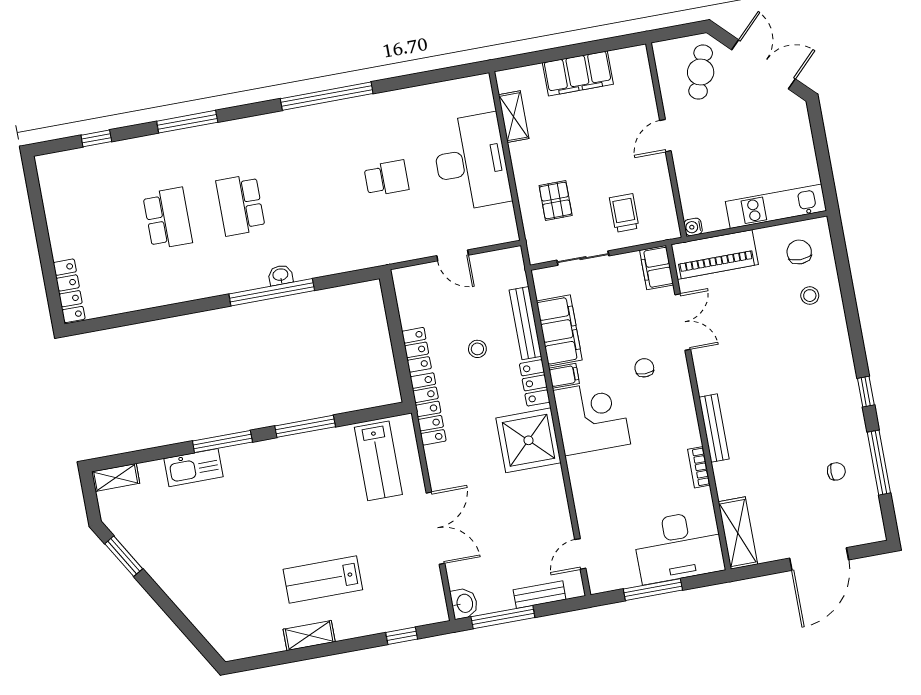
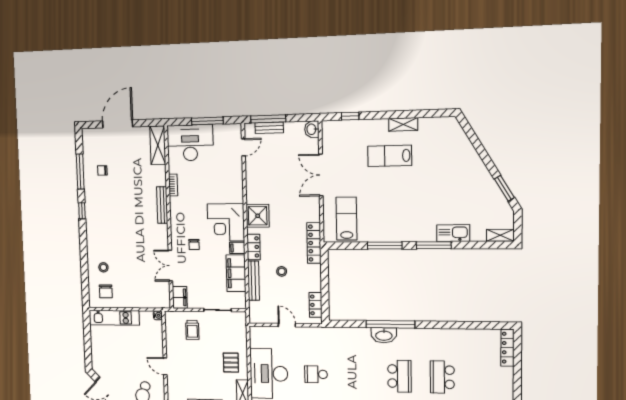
door: (665, 136) -> (165, 366), swing flipped
pallet: (556, 201) -> (231, 363), moved
piano: (715, 255) -> (149, 298), removed
washbasin: (280, 275) -> (384, 335), width x1.91, depth x1.45
locker: (417, 350) -> (316, 305), moved
shower: (529, 440) -> (258, 216), width x0.73, depth x0.73
lab bench: (323, 580) -> (390, 156), turned 180
window: (503, 617) -> (268, 119), moved

